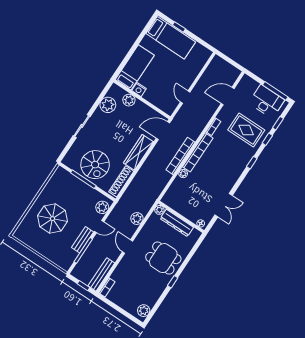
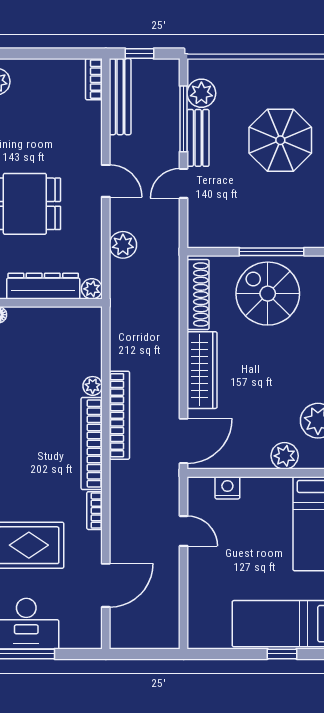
nightstand: (139, 90) -> (227, 488), moved
plant: (102, 207) -> (201, 93), moved

